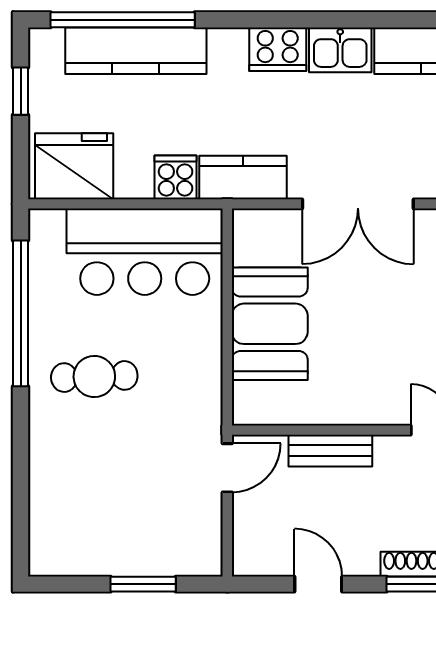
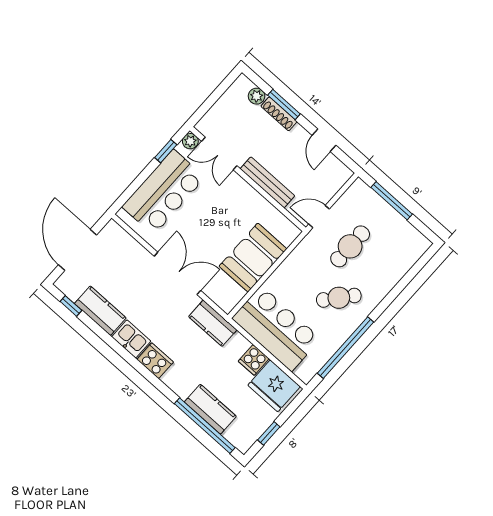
kitchen counter: (136, 51) -> (210, 409), width x0.67
cooker: (176, 177) -> (254, 360), moved
cafe table: (94, 377) -> (339, 298), turned -48
bench: (330, 451) -> (267, 182), width x1.36
cafe table: (144, 465) -> (350, 246), added
window: (143, 584) -> (392, 201), width x1.44

